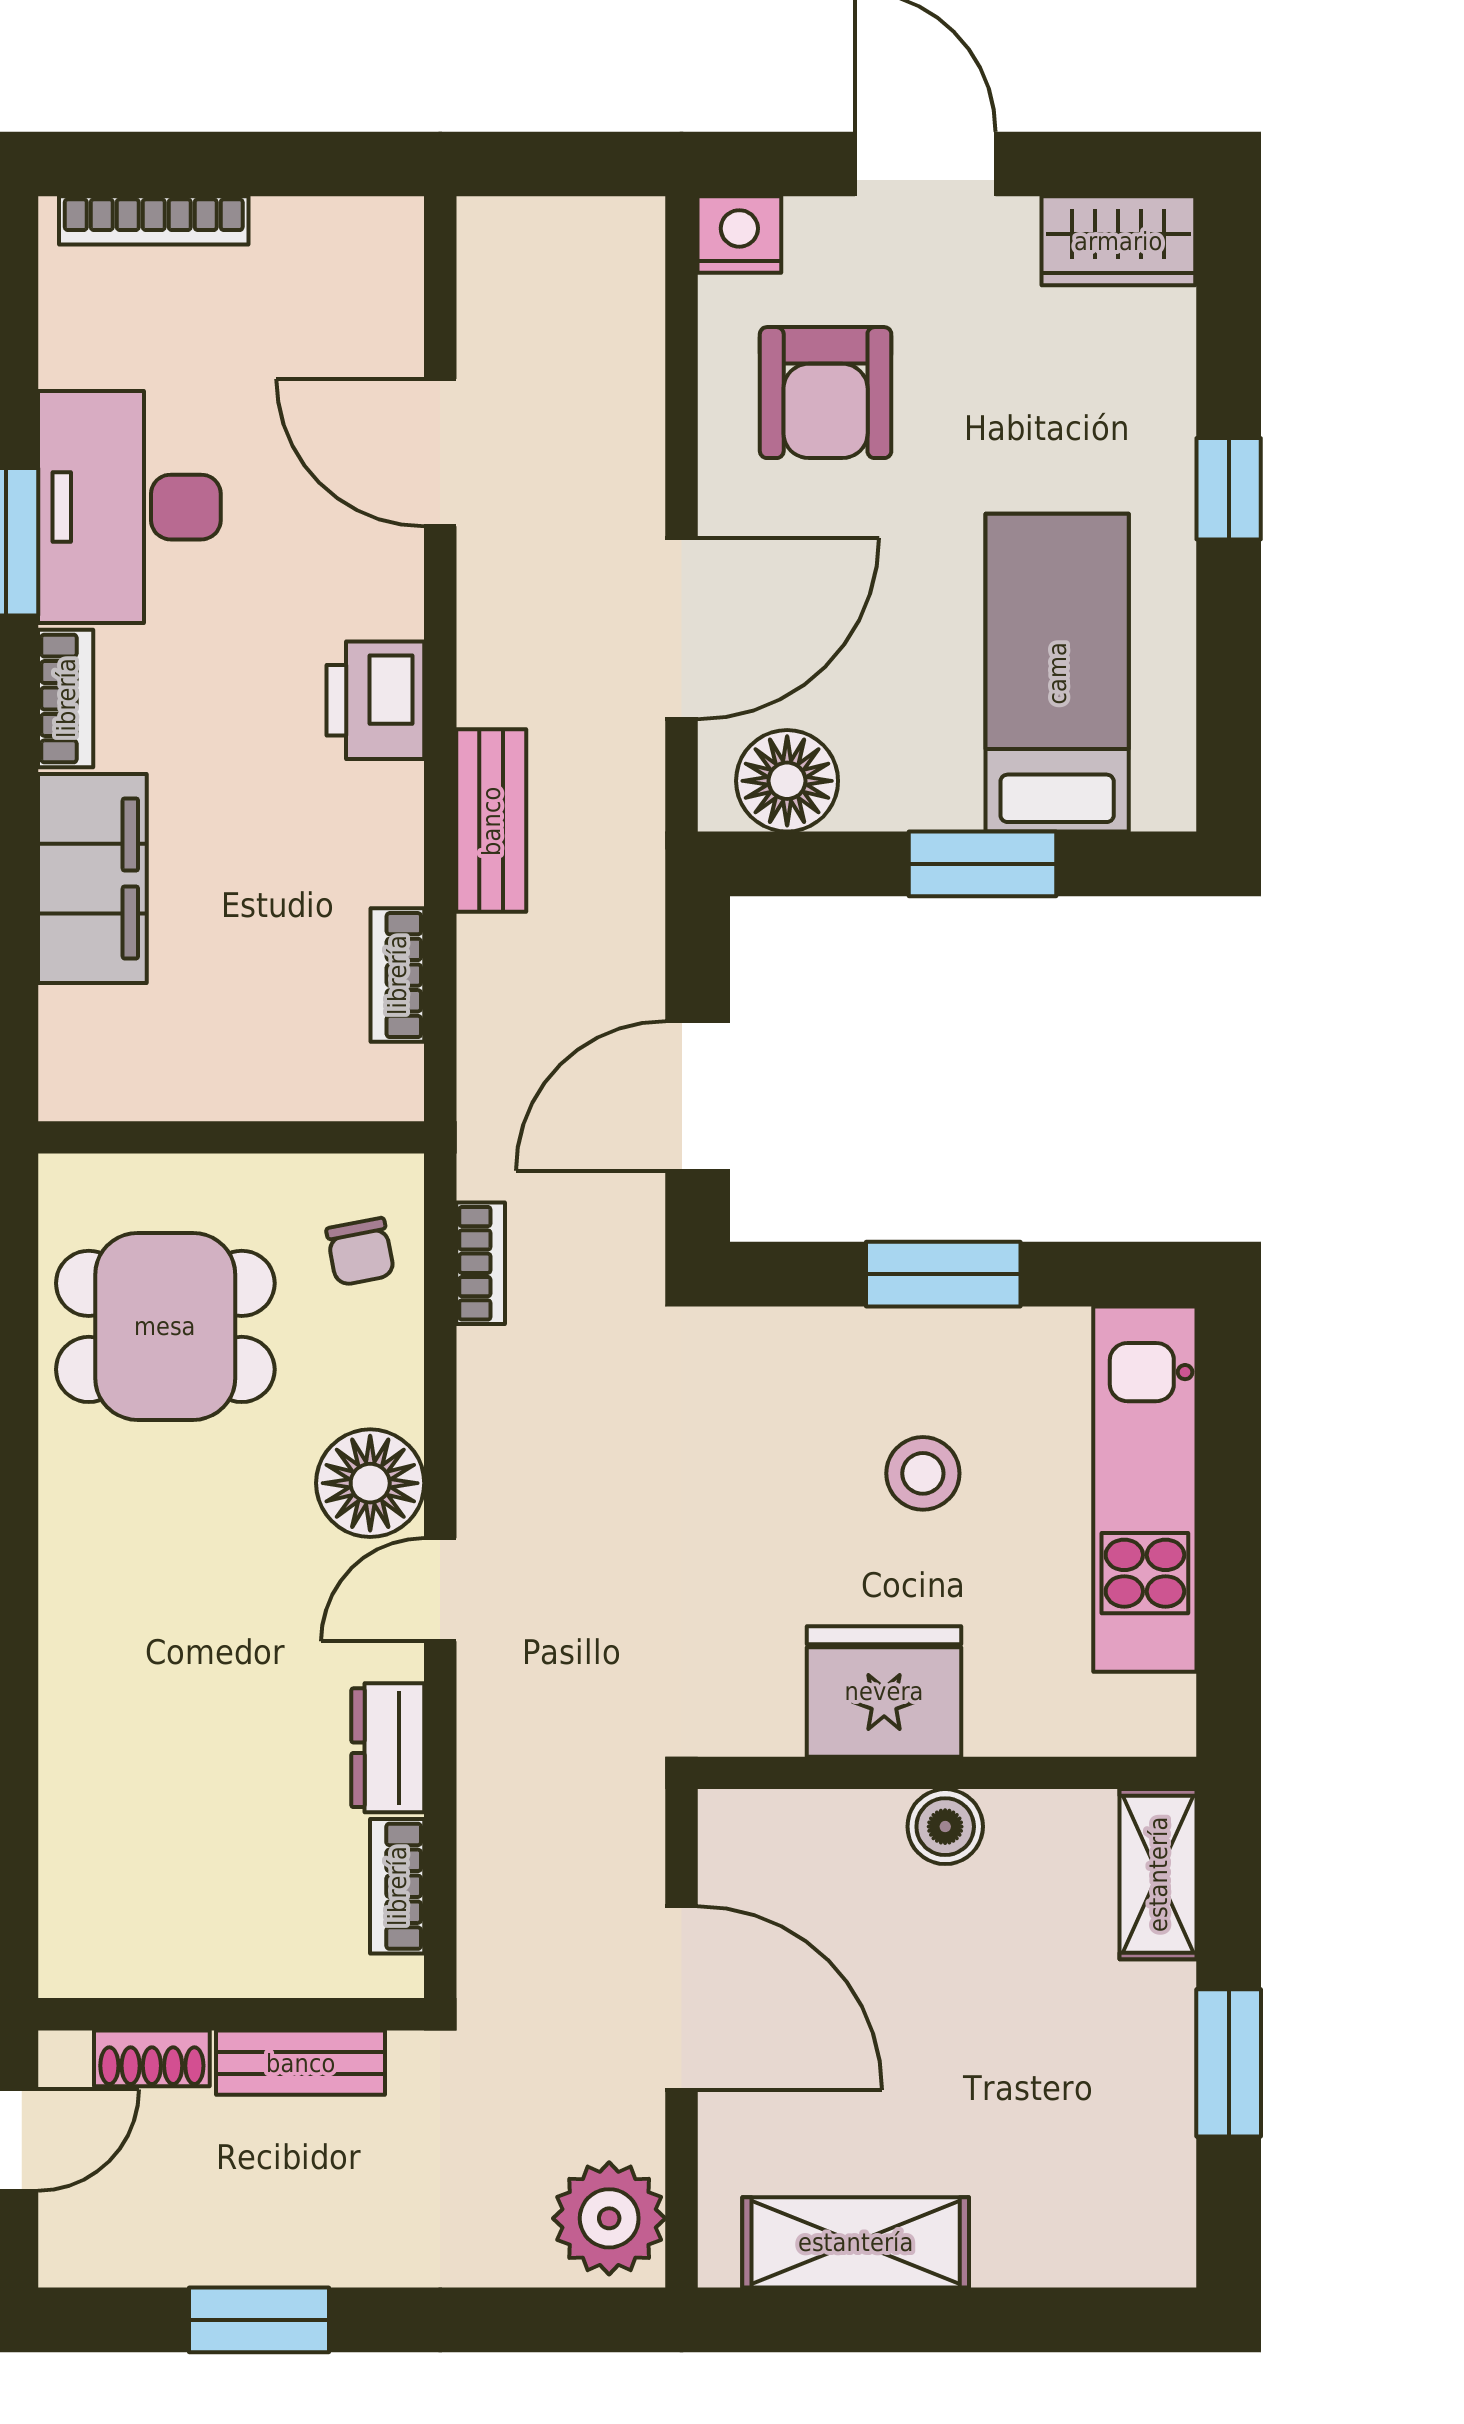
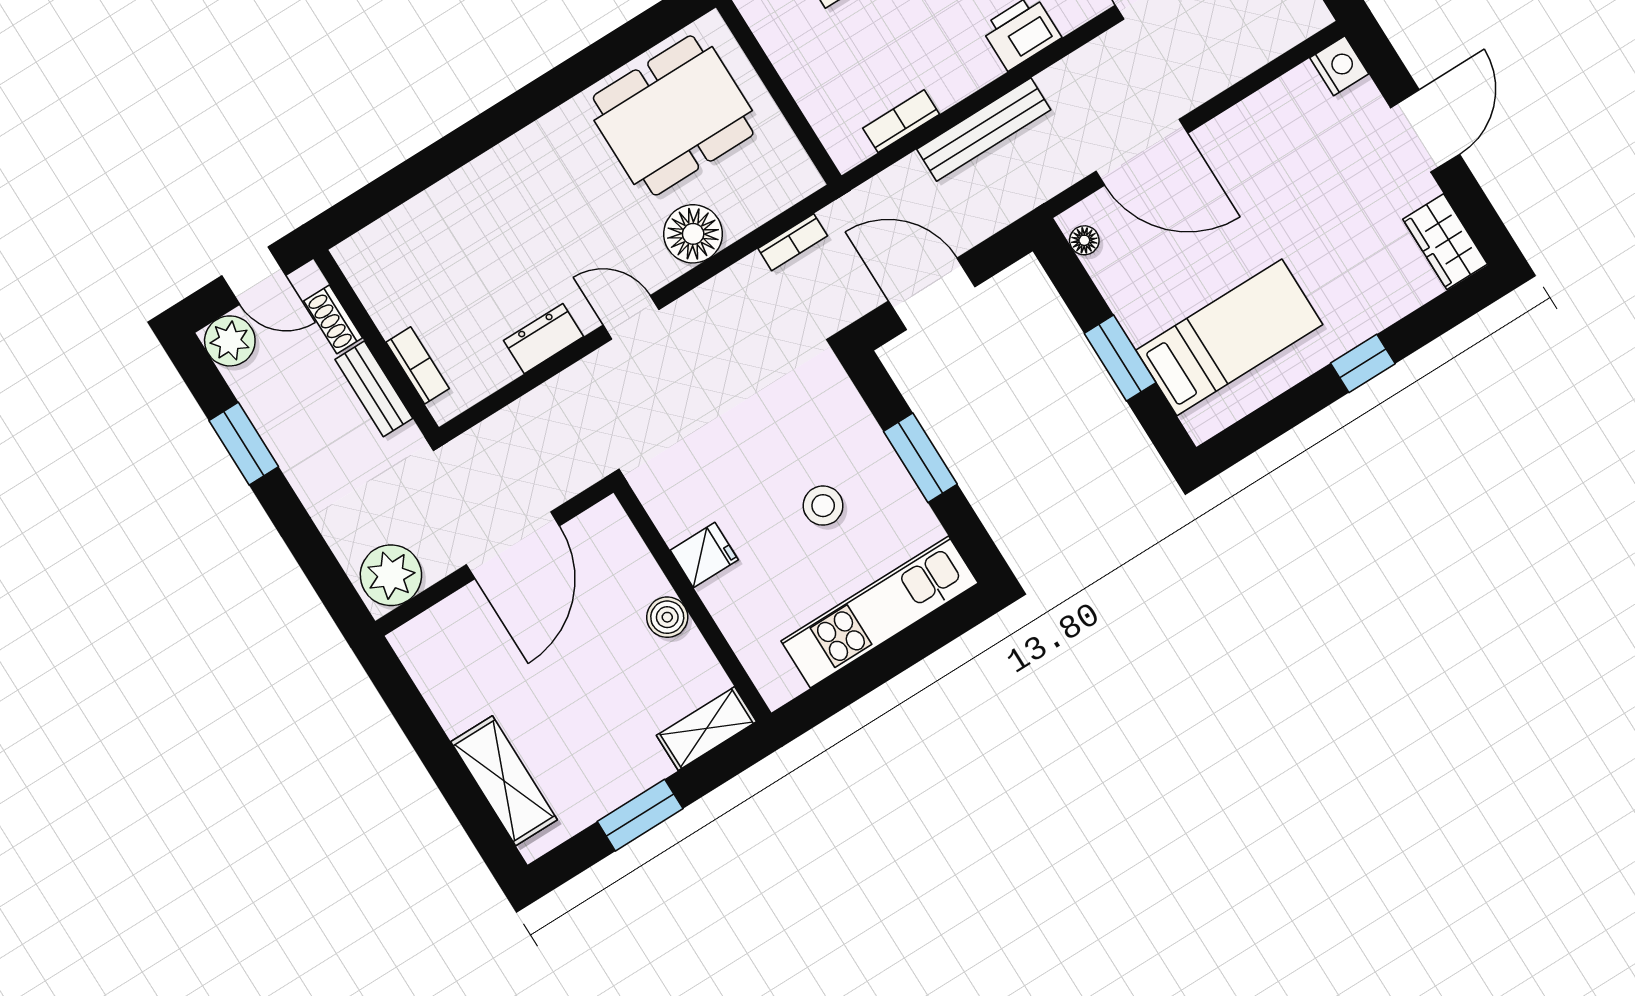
armchair: (826, 393) -> (1291, 151), removed
floor lamp: (787, 781) -> (1084, 240), width x0.53, depth x0.53
bench: (491, 821) -> (984, 129), width x1.36
chair: (360, 1252) -> (763, 184), removed
dining table: (165, 1326) -> (673, 115), width x1.38
floor lamp: (370, 1483) -> (693, 234), moved
fridge: (884, 1691) -> (704, 555), width x0.53, depth x0.75
bookcase: (397, 1886) -> (418, 365), moved, turned 90
plant: (85, 2241) -> (230, 341), added
shelving: (856, 2242) -> (504, 781), moved

